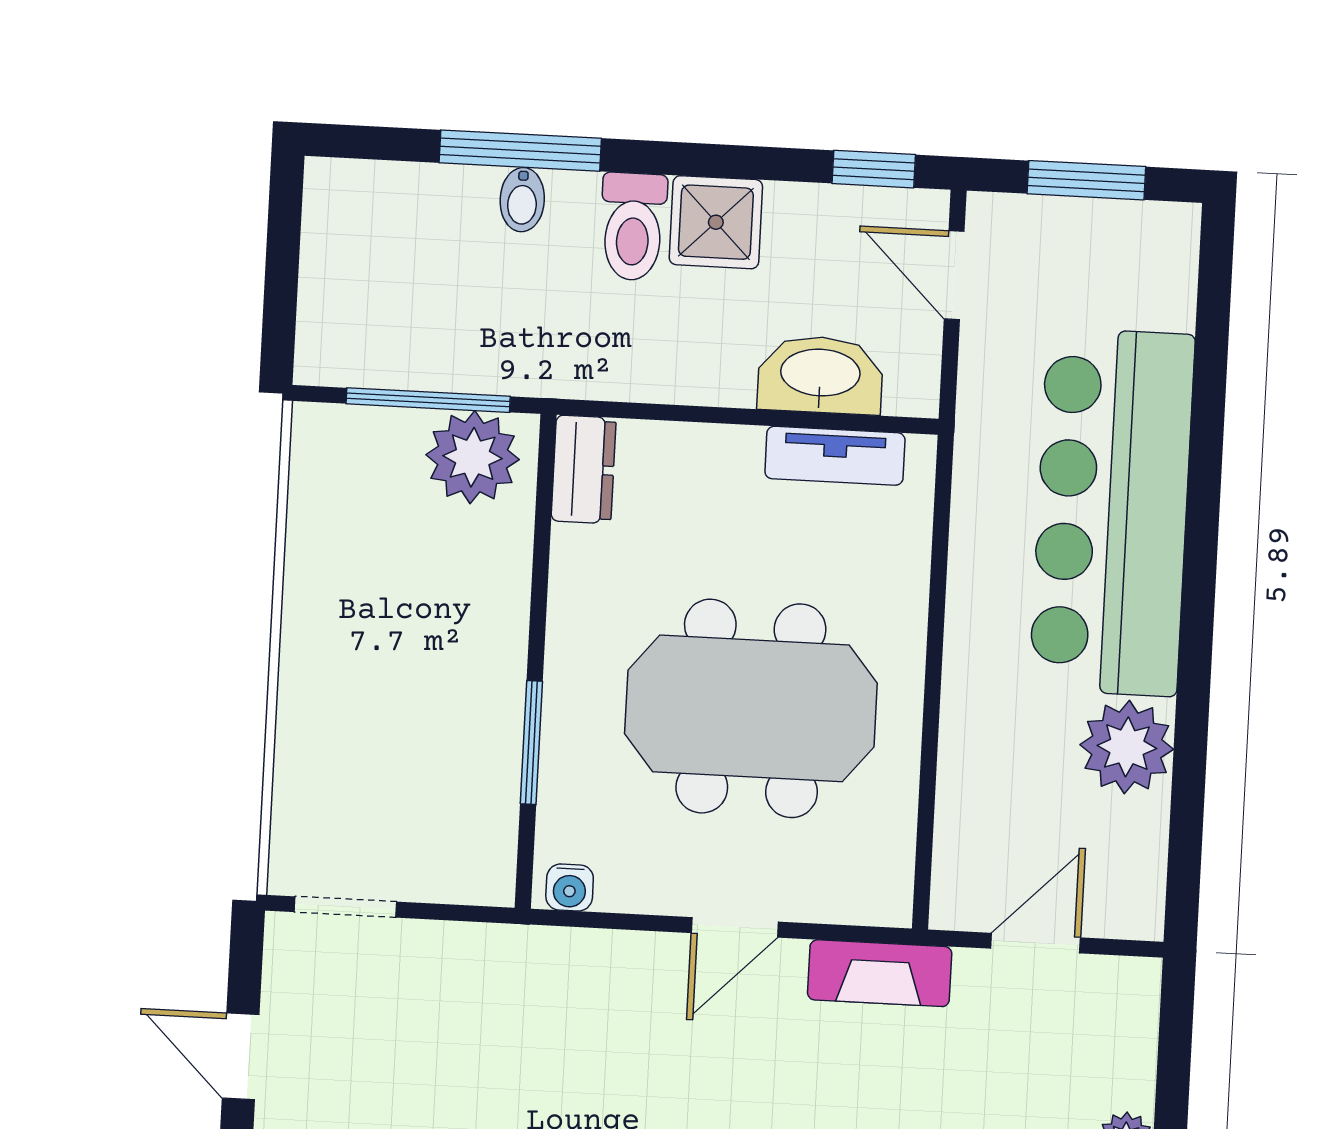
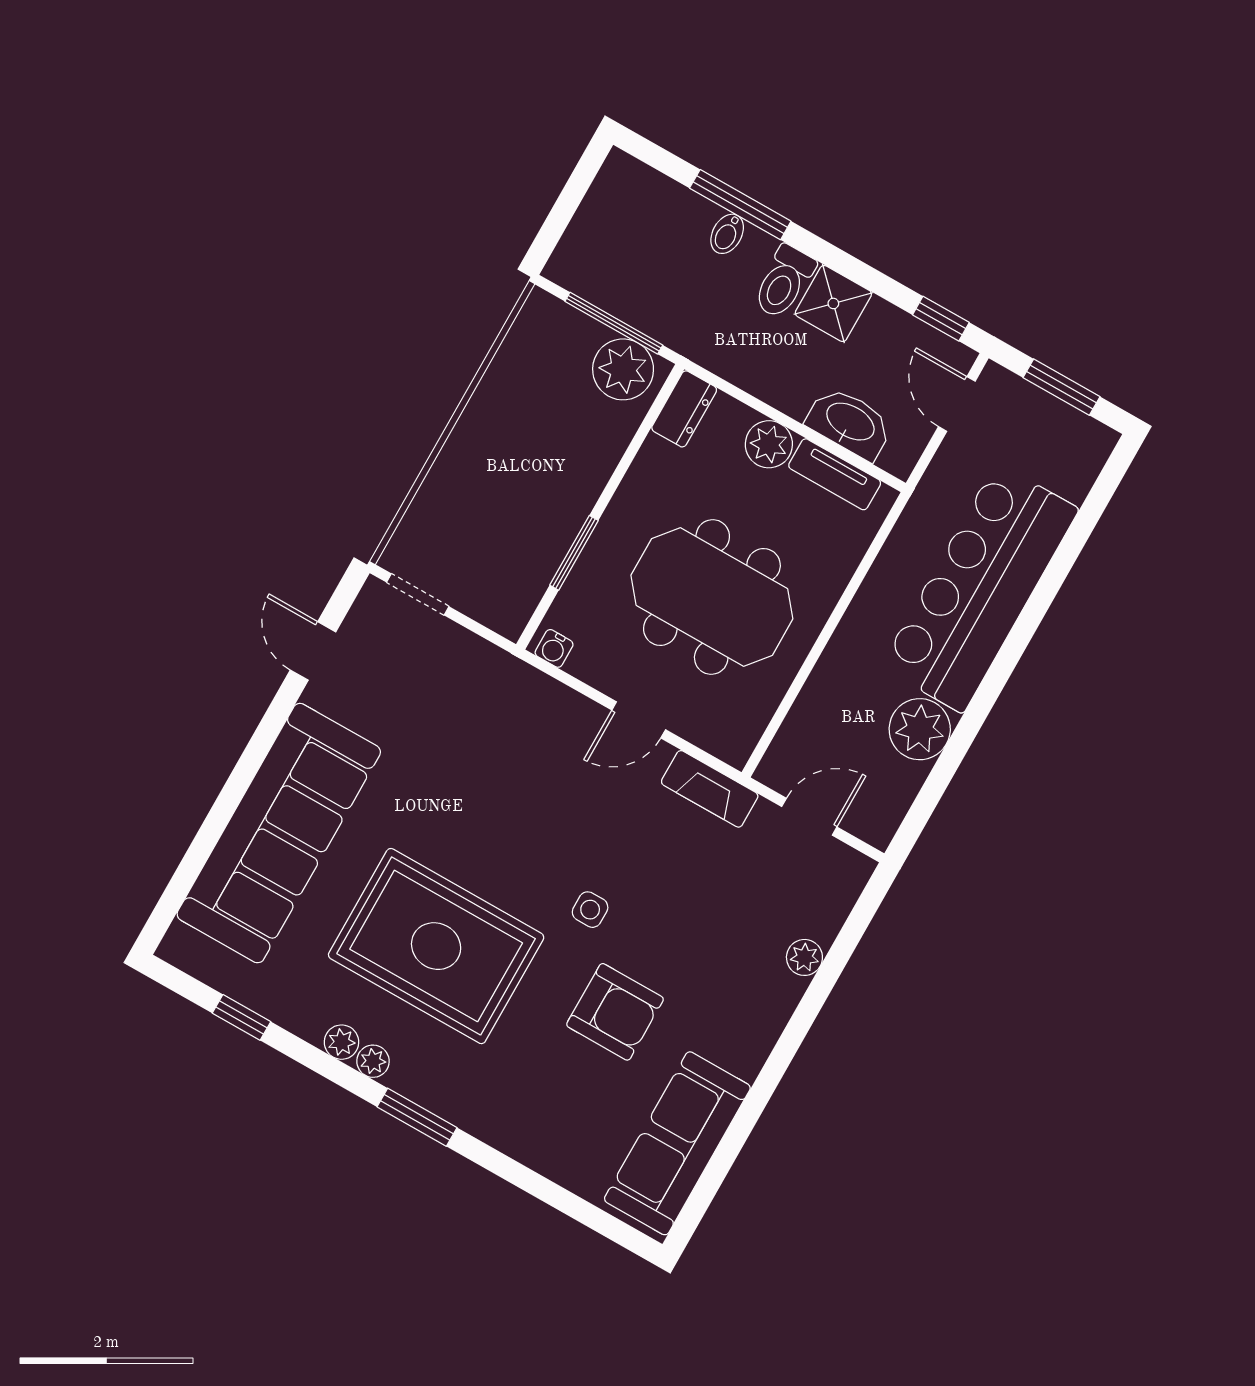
plant: (724, 460) -> (769, 444), added

